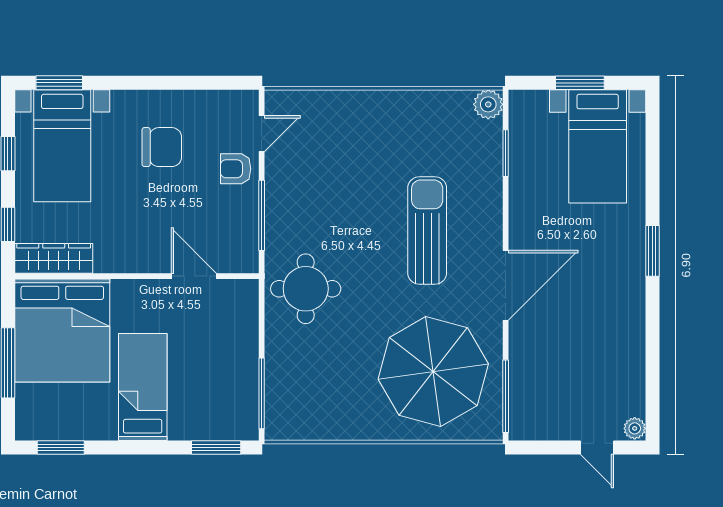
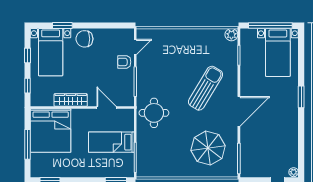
window: (59, 83) -> (62, 25), moved
window: (580, 83) -> (270, 25), width x2.11
chair: (162, 147) -> (84, 39), moved, turned 180
sun lounger: (427, 230) -> (206, 88), turned 31
wardrobe: (54, 258) -> (71, 100), moved
parasol: (433, 372) -> (208, 148), width x0.73, depth x0.73
bed: (143, 387) -> (111, 142), moved, turned -90

